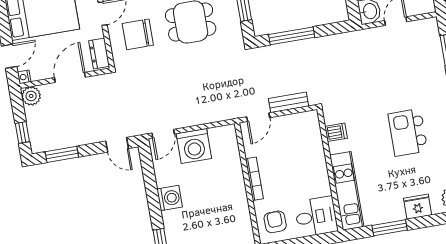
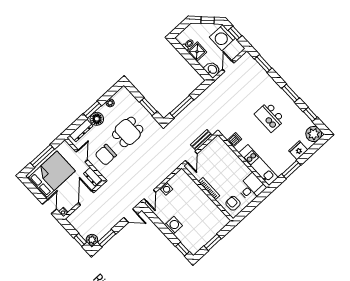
plant: (31, 96) -> (92, 240), moved
washing machine: (194, 146) -> (166, 189), width x0.53, depth x0.53

